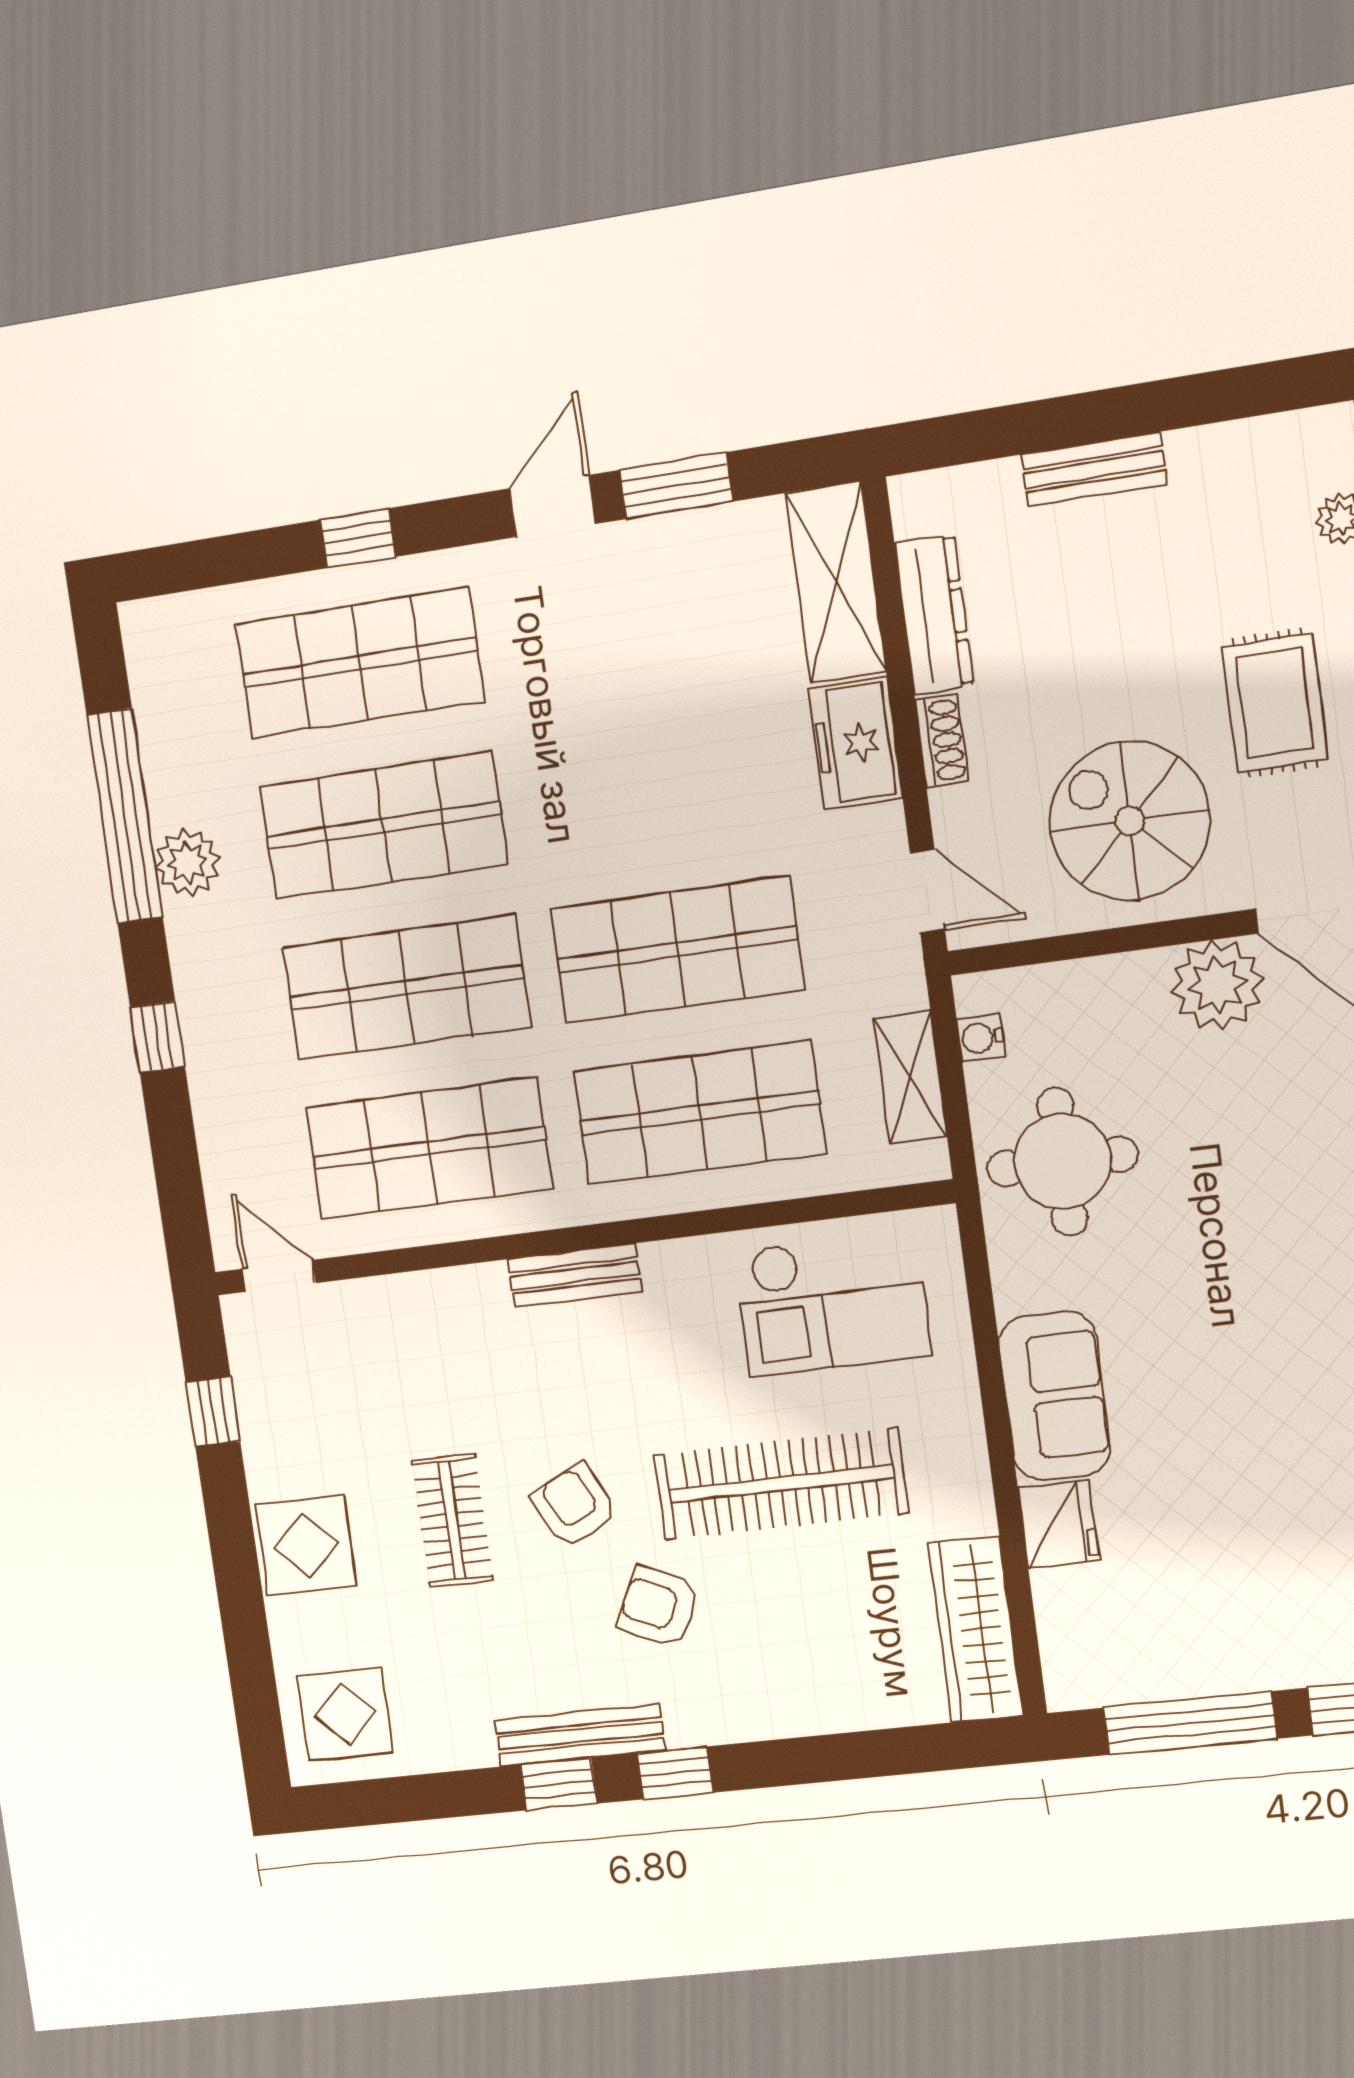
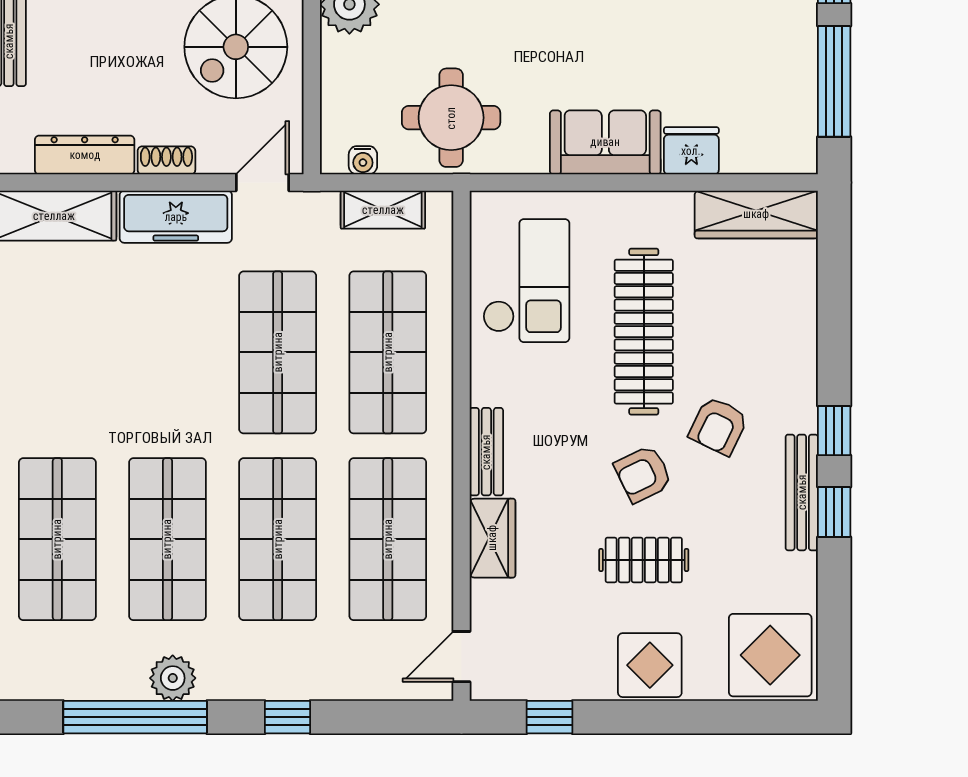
freezer: (855, 743) -> (176, 217), width x1.40
wardrobe: (452, 1300) -> (492, 538), added
display table: (345, 1714) -> (770, 655), width x1.36, depth x1.36

